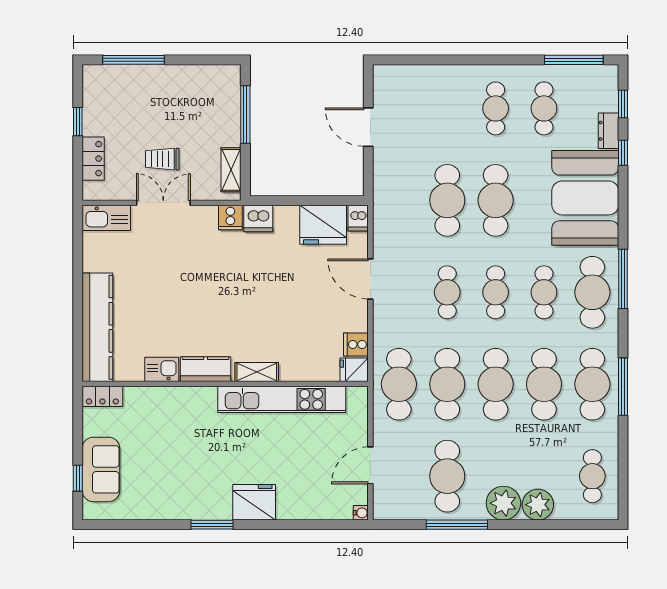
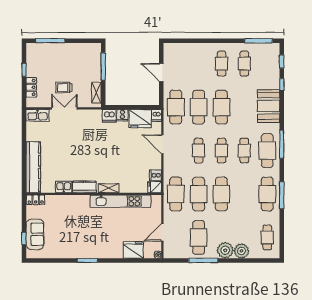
dresser: (608, 131) -> (275, 74), removed
booth: (585, 198) -> (269, 106), width x0.73, depth x0.70
cooker: (230, 217) -> (122, 115), moved
cafe table: (544, 384) -> (176, 107), moved
fridge: (254, 502) -> (133, 250), moved

